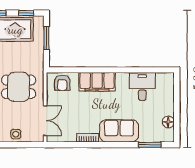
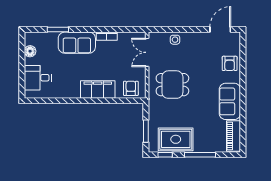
desk: (142, 86) -> (38, 78), moved, turned 90
window: (150, 145) -> (58, 30), moved

